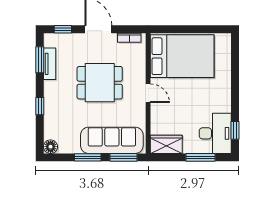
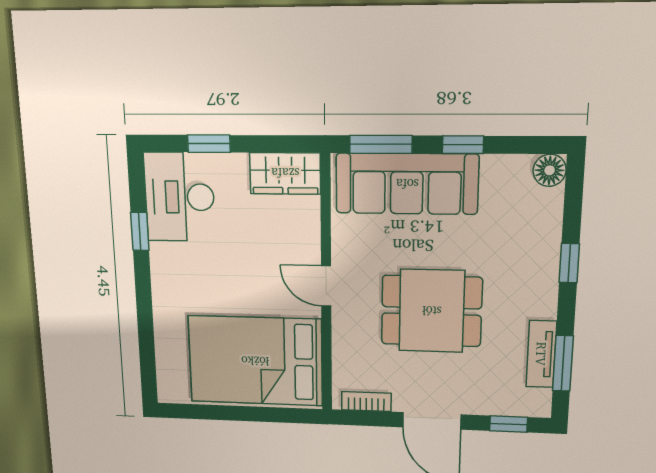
window: (235, 130) -> (140, 231), moved
window: (88, 157) -> (463, 145), width x0.67
window: (201, 157) -> (209, 144), width x0.67

